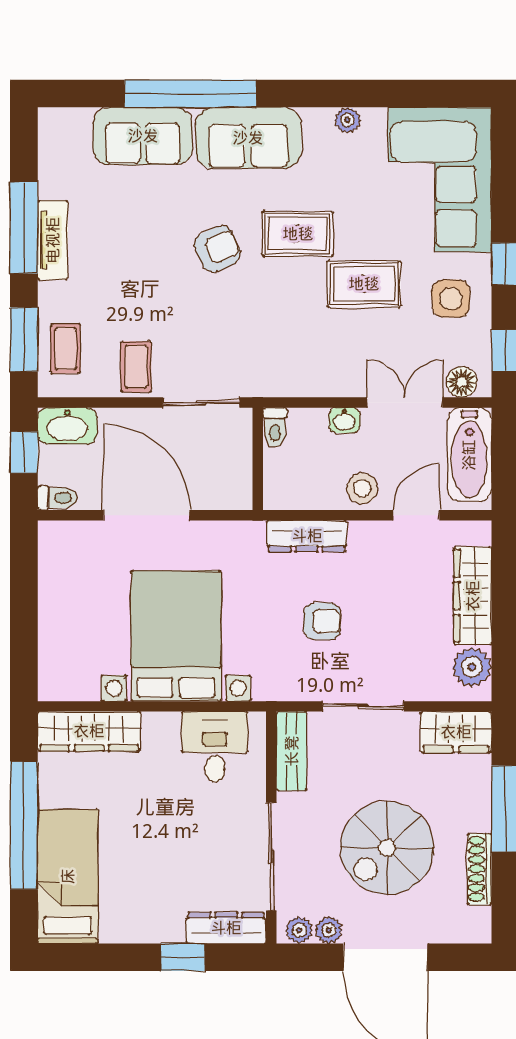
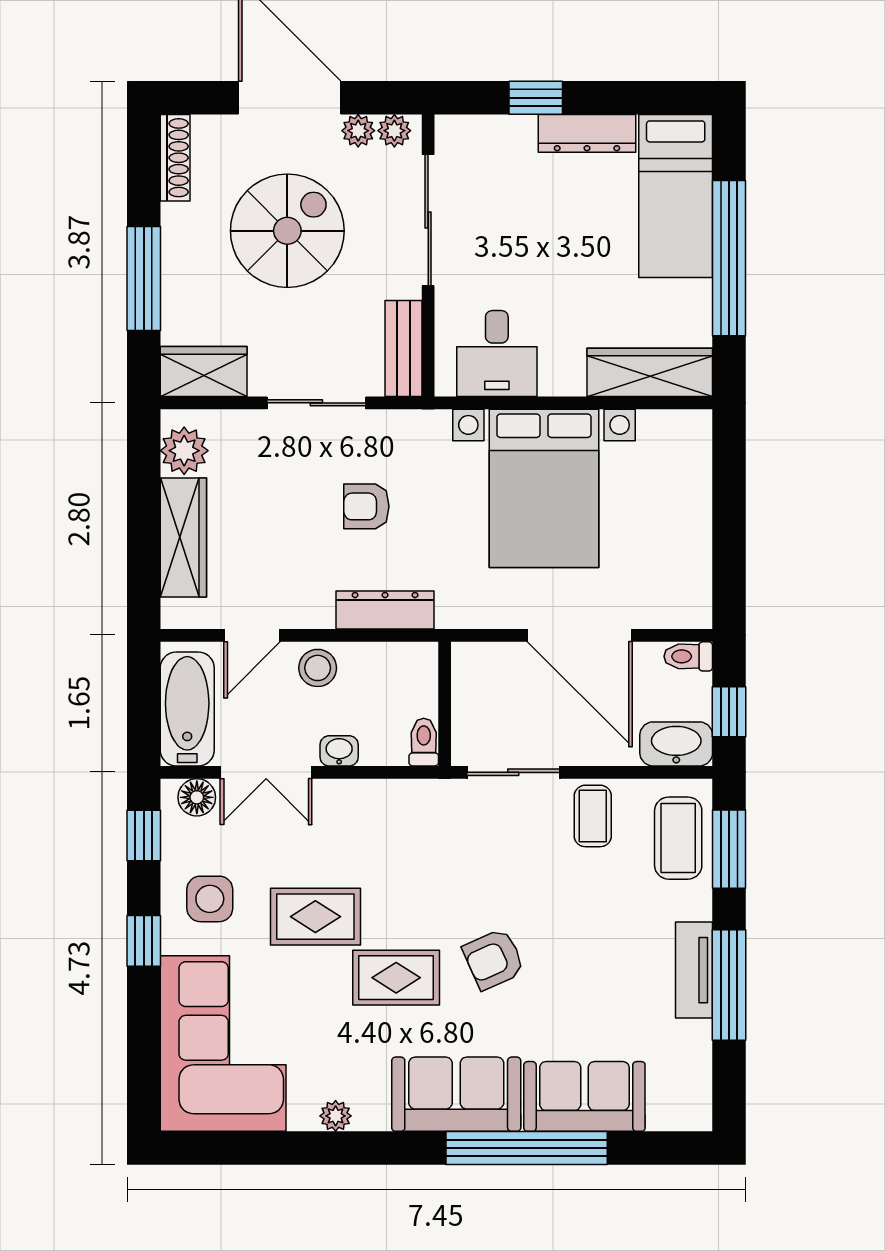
coffee table: (66, 348) -> (678, 838), width x1.36, depth x1.30
shoe rack: (479, 869) -> (175, 158), moved
dresser: (226, 928) -> (587, 133), moved

